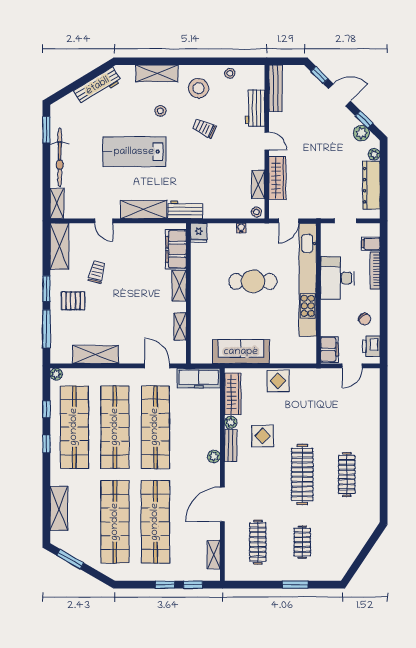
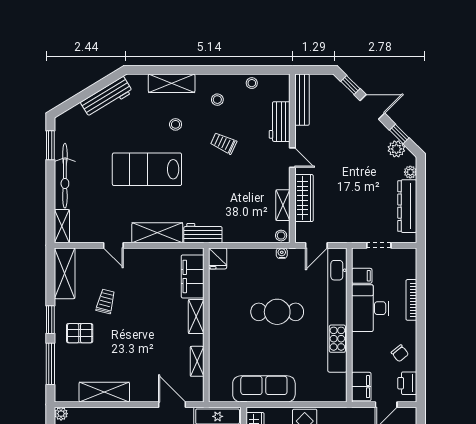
stool: (198, 88) -> (217, 100), width x0.53, depth x0.53
water cooler: (241, 228) -> (282, 253), moved
filing cabinet: (371, 244) -> (362, 276), moved, turned 180

